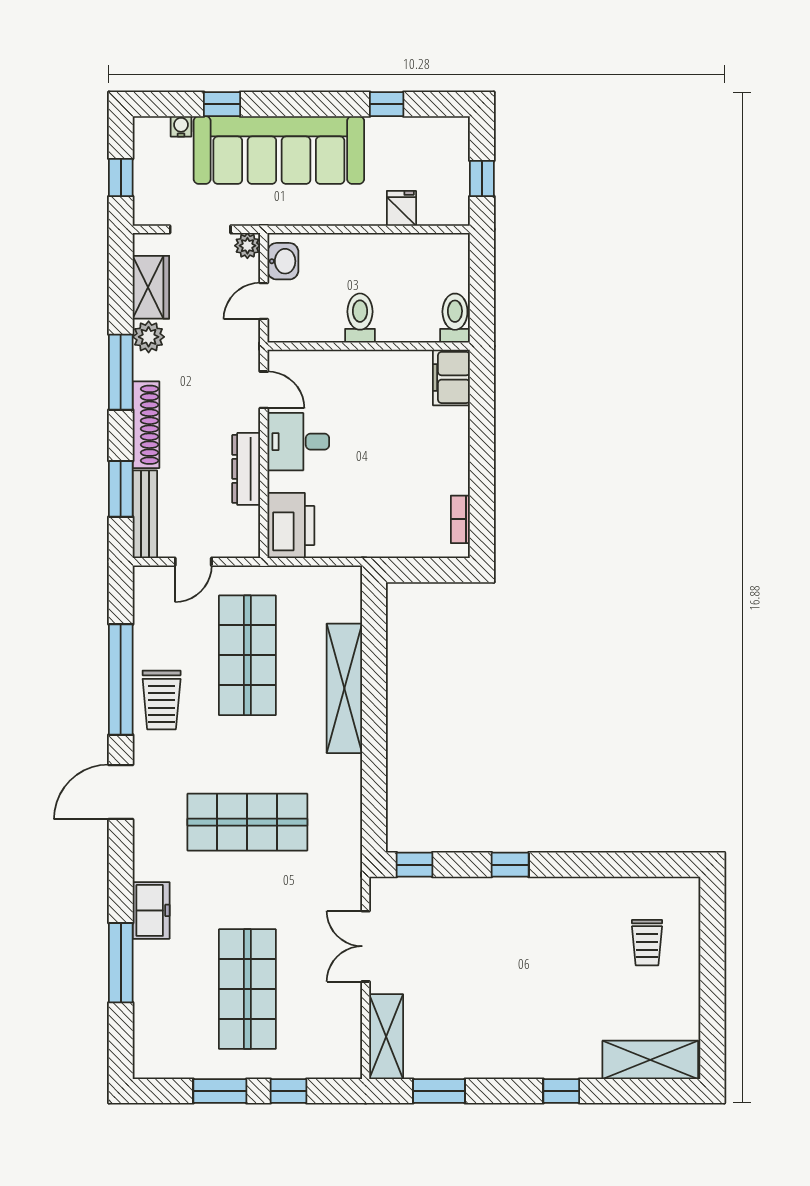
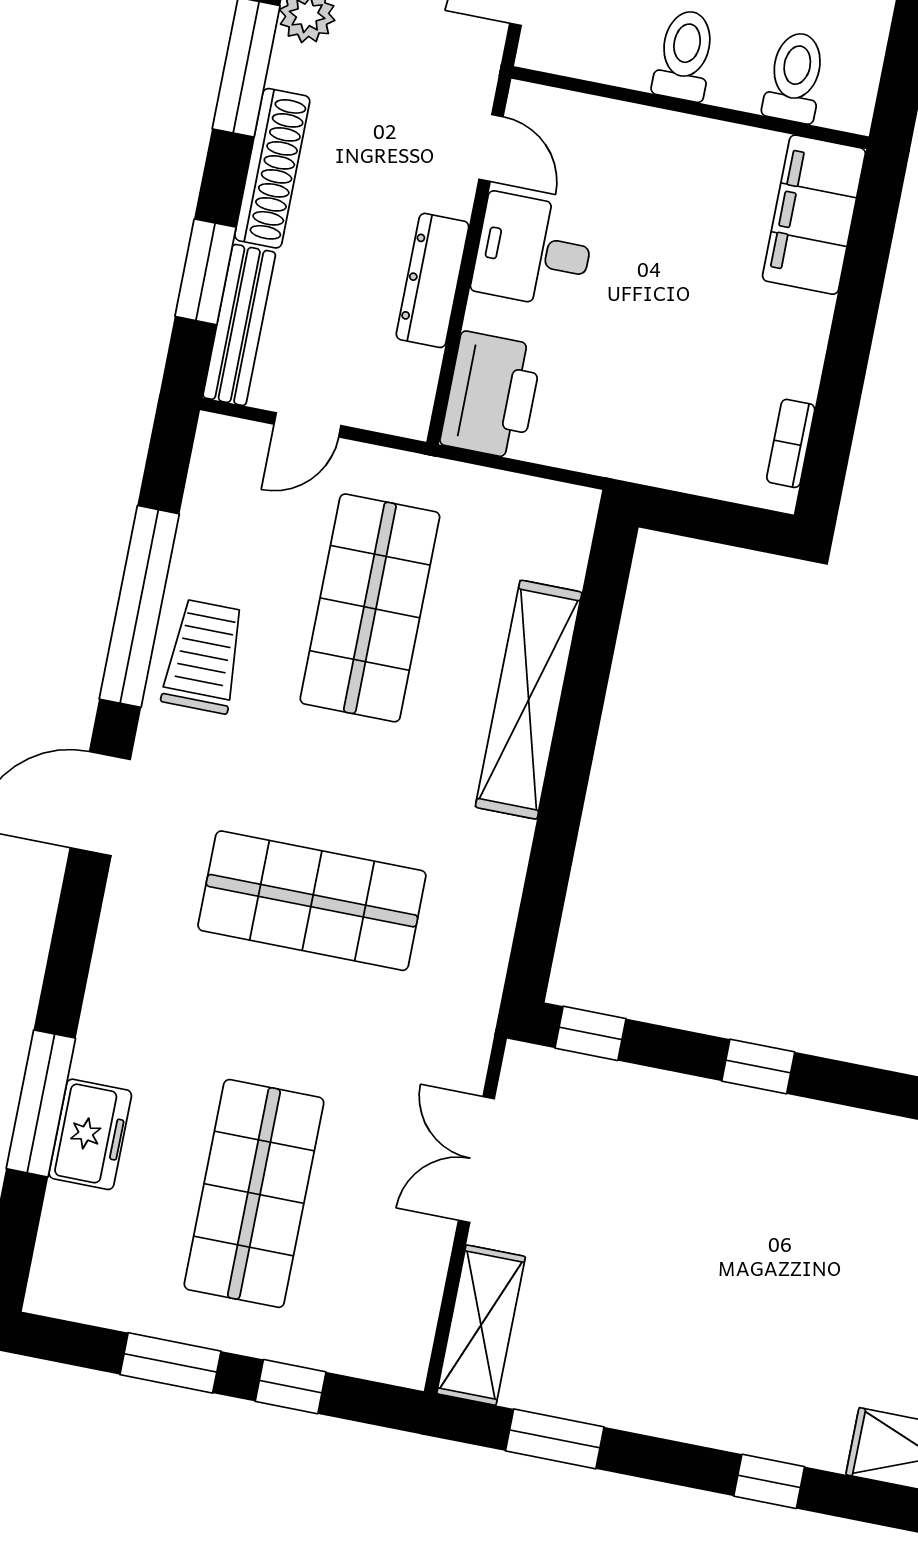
toilet: (455, 318) -> (795, 77), moved
filing cabinet: (451, 377) -> (814, 215), width x1.50, depth x1.17
trolley: (162, 700) -> (204, 656), turned 180
freezer: (151, 910) -> (90, 1134), moved

